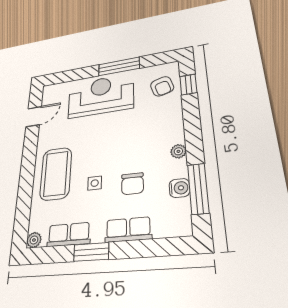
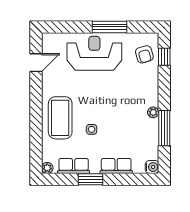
chair: (132, 184) -> (120, 133), removed
water cooler: (179, 188) -> (152, 167), moved
window: (198, 189) -> (164, 128), moved

